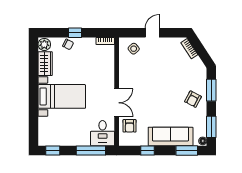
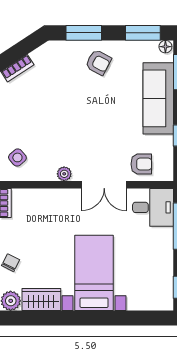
plant: (123, 78) -> (64, 174), added
double door: (117, 103) -> (104, 185), swing flipped

